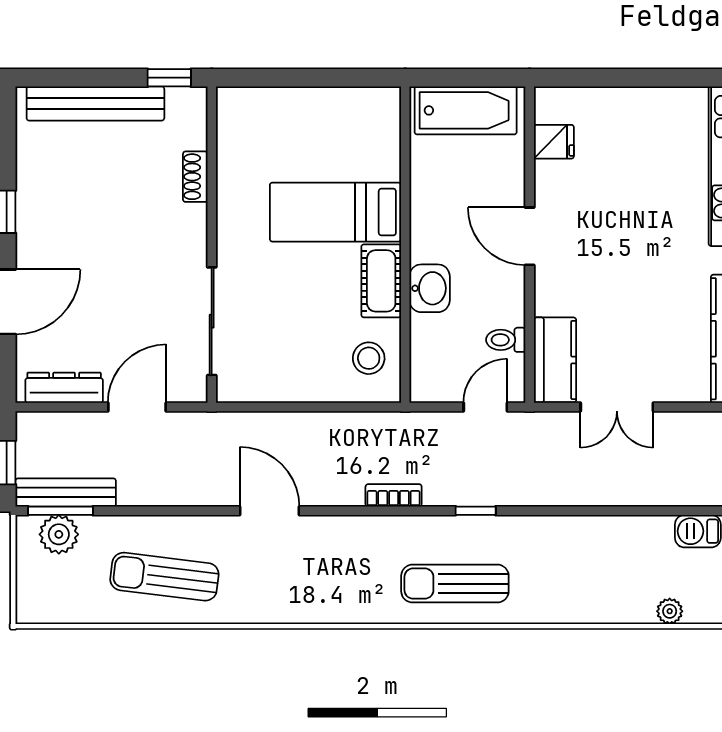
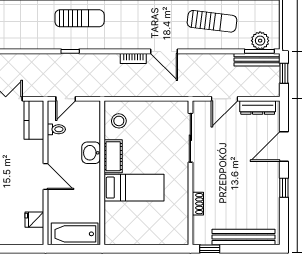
bookcase: (394, 495) -> (133, 58), moved

